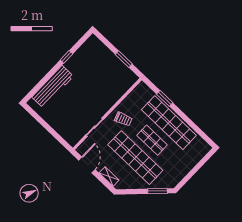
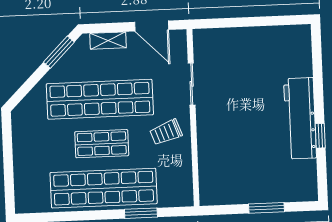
window: (124, 59) -> (266, 208), moved
workbench: (53, 87) -> (300, 118), moved
window: (158, 191) -> (59, 52), moved

